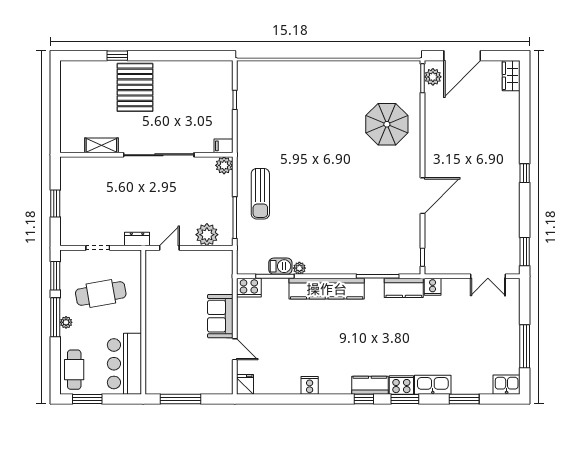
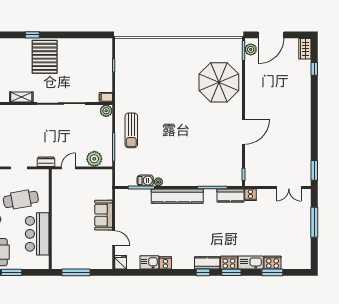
parasol: (387, 124) -> (219, 82), width x1.36, depth x1.36
window: (525, 173) -> (314, 69), moved
cooker: (249, 288) -> (272, 263), moved, turned 180
window: (525, 346) -> (314, 222), moved
bar counter: (124, 364) -> (37, 234), moved
kitchen sink: (507, 385) -> (149, 262), moved

